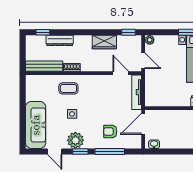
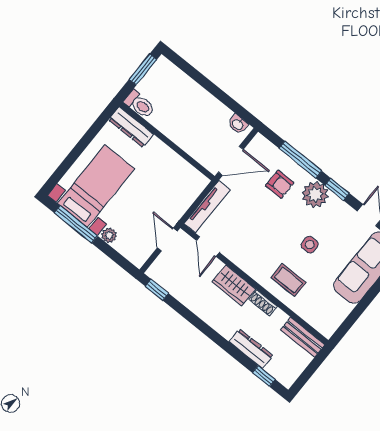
plant: (150, 40) -> (109, 235), moved
wardrobe: (104, 42) -> (234, 285), moved, turned 180
bench: (44, 66) -> (303, 337), width x0.73
plant: (75, 140) -> (315, 195), moved

